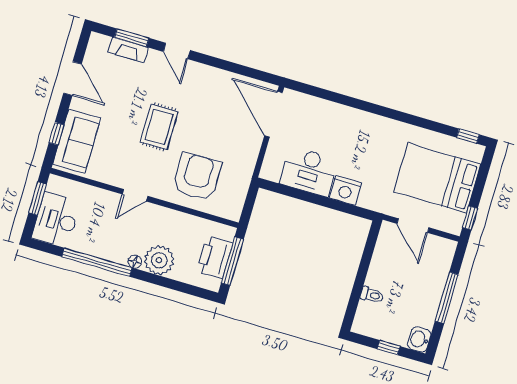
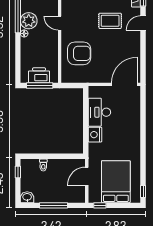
rug: (159, 127) -> (110, 21), moved
plant: (159, 260) -> (29, 21), moved
window: (389, 348) -> (18, 172), moved

